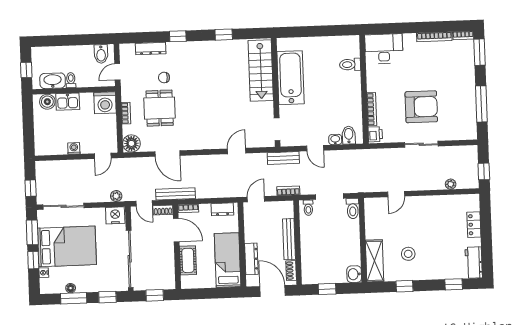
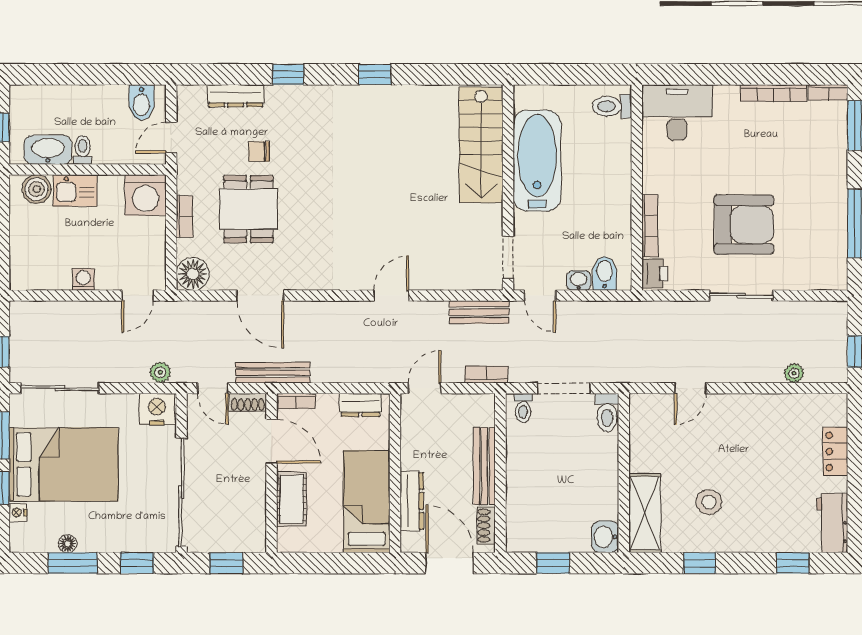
toilet: (350, 65) -> (612, 106), moved
stairs: (261, 71) -> (481, 145), moved
bathtub: (291, 78) -> (537, 161), moved
wall: (276, 92) -> (508, 188), moved
doorway: (277, 129) -> (508, 257), moved

